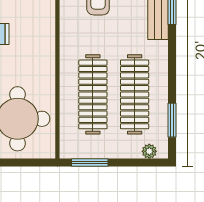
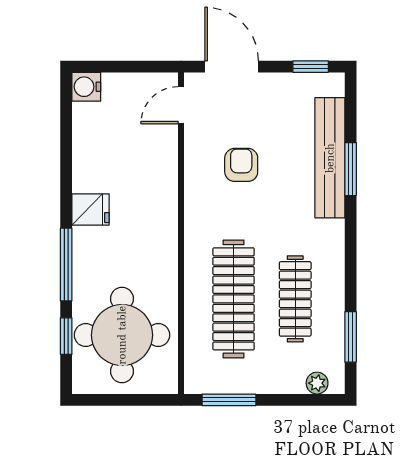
clothes rail: (135, 94) -> (295, 299), width x0.73, depth x0.76

